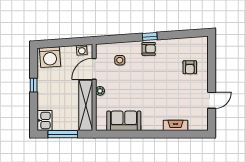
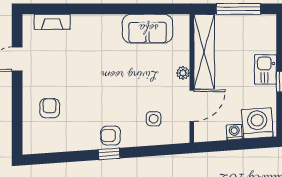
washing machine: (82, 50) -> (234, 132), moved
kitchen sink: (44, 120) -> (265, 69), moved
fireplace: (175, 125) -> (52, 22), moved

